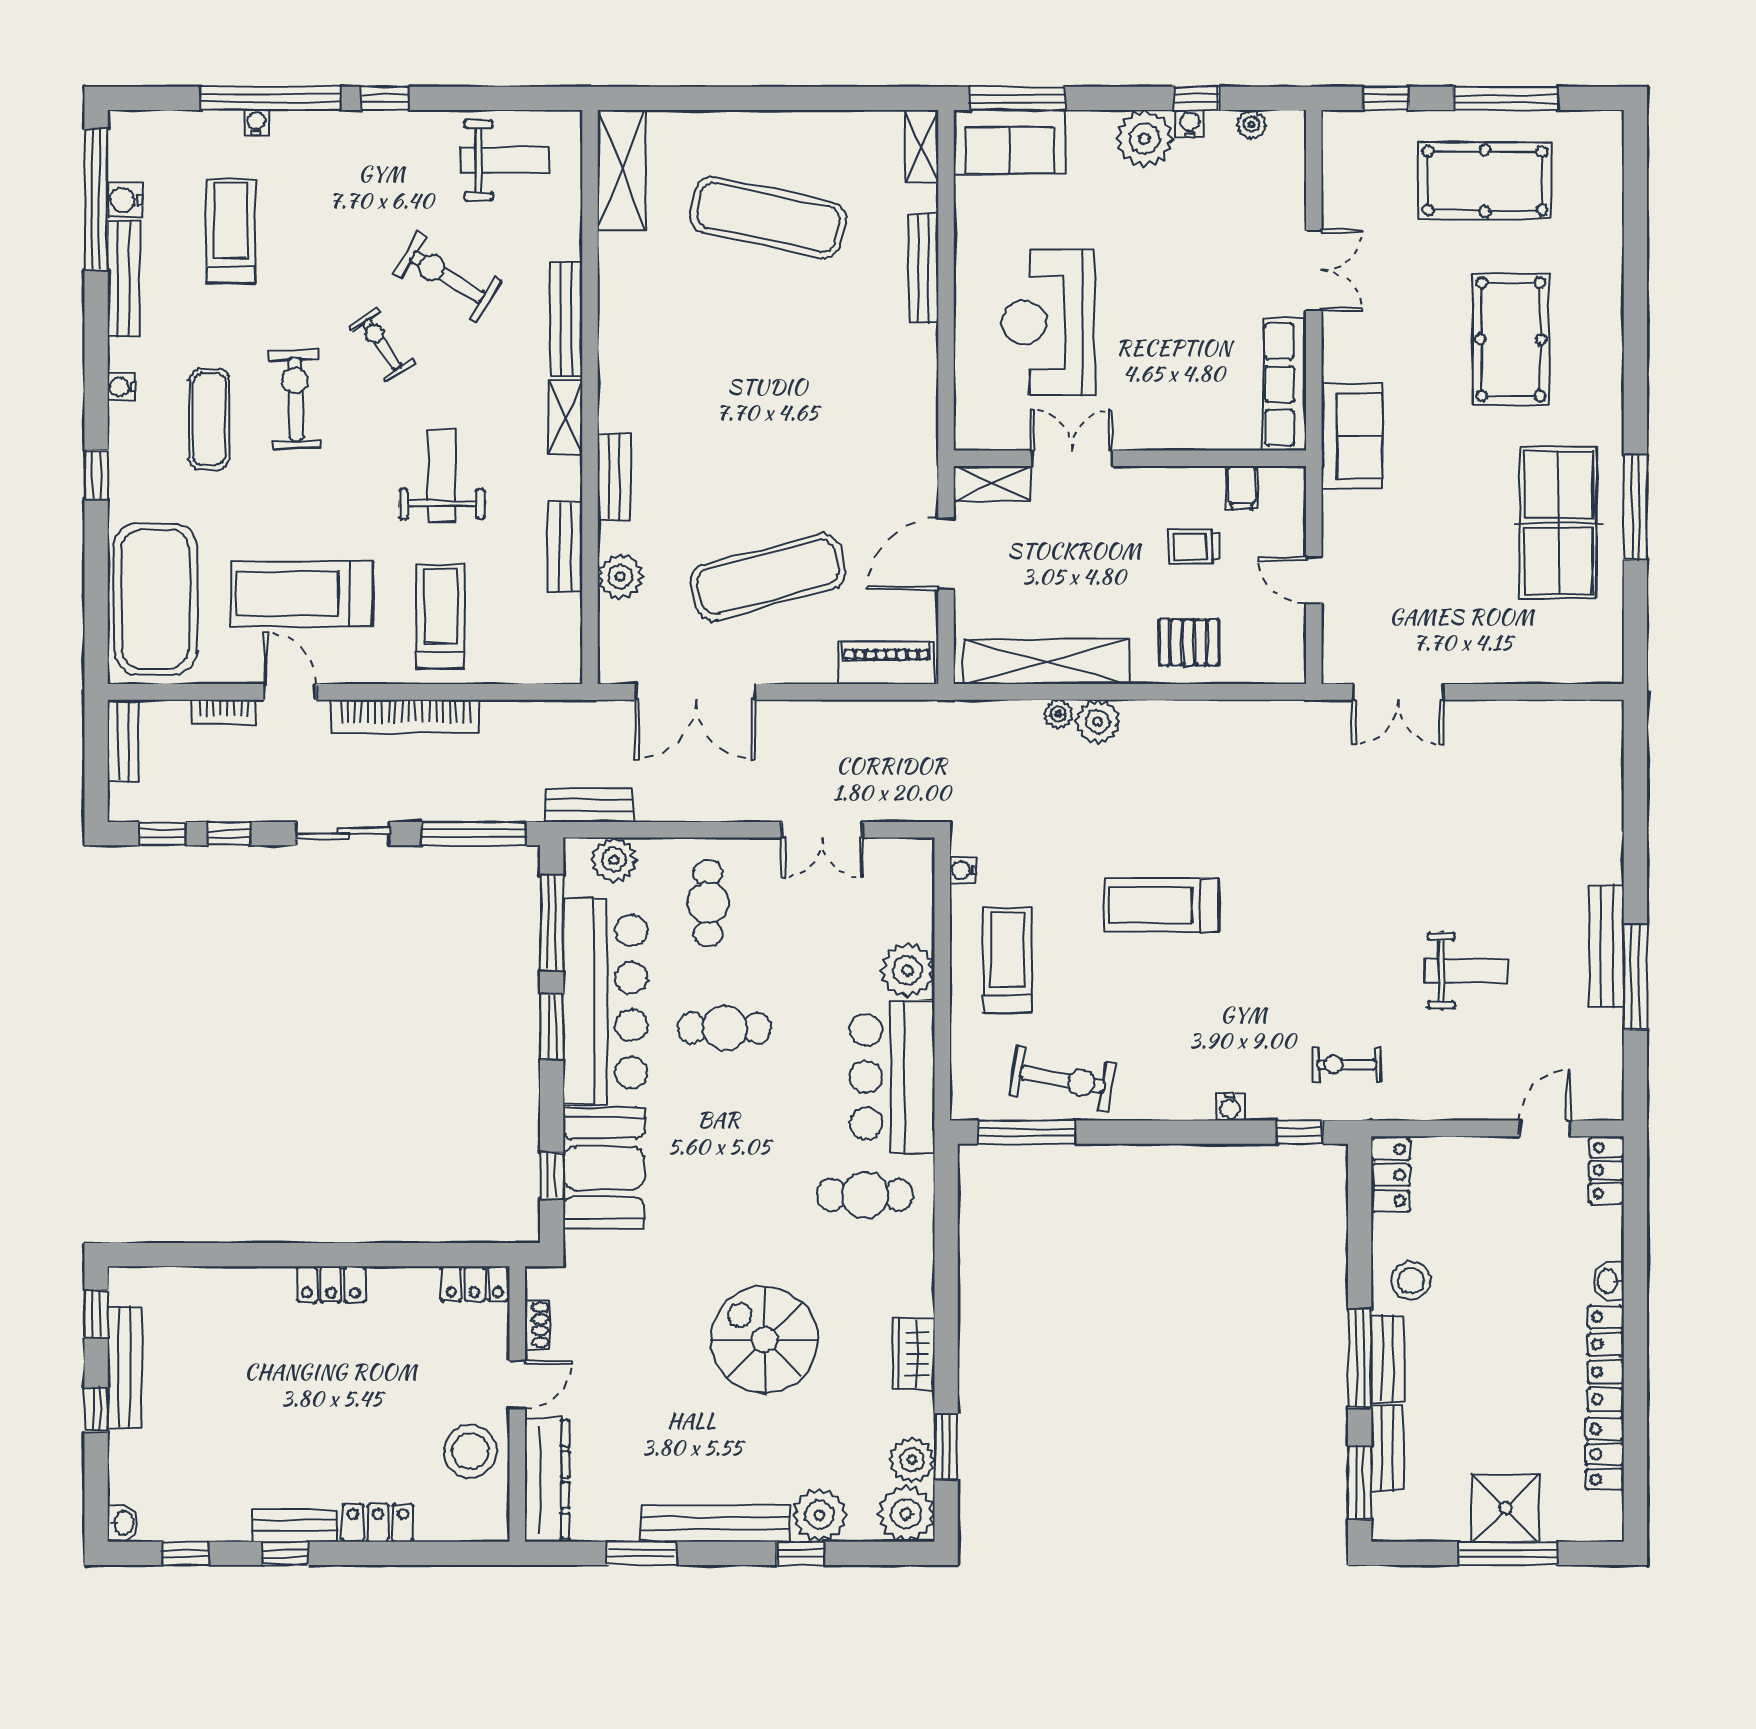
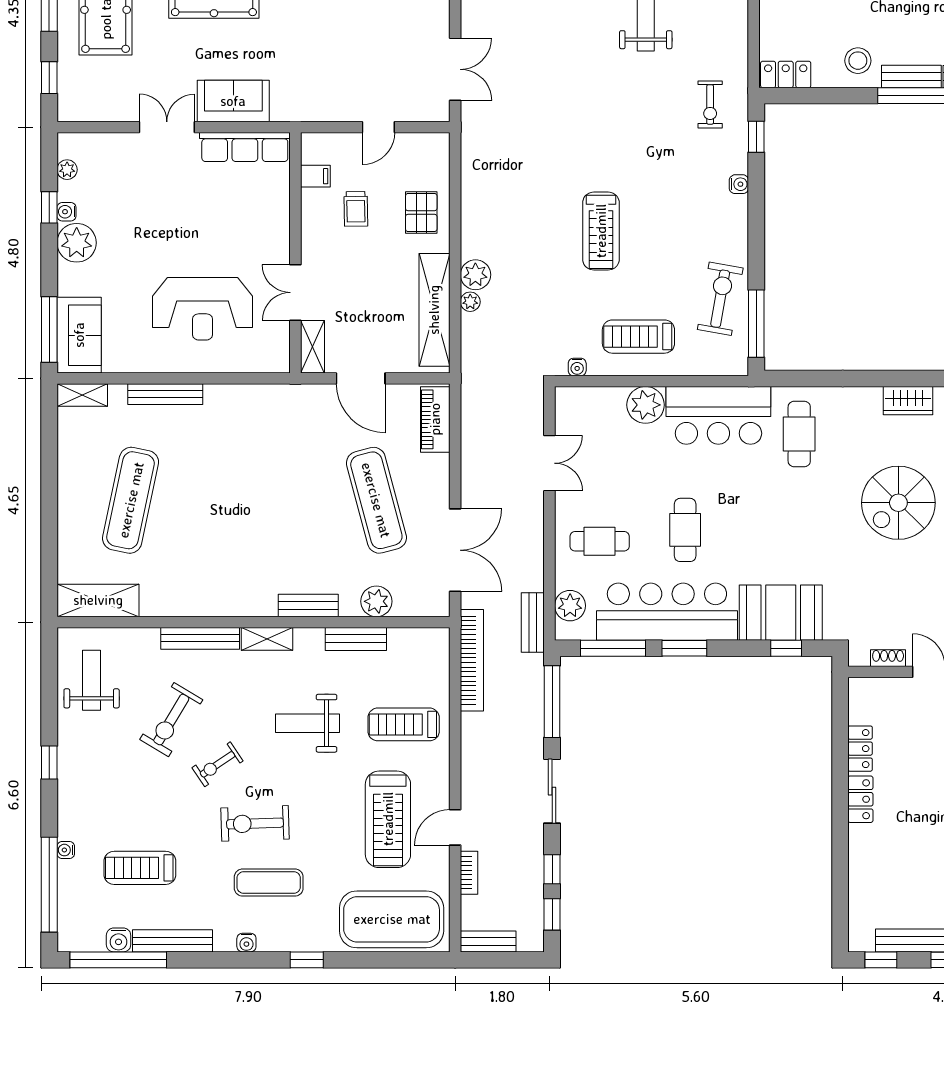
window: (270, 98) -> (49, 885), moved
sofa: (1352, 436) -> (233, 101), moved
bookcase: (405, 716) -> (472, 660), moved
locker: (474, 1284) -> (860, 749), moved

